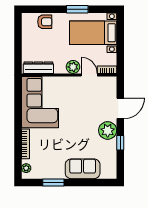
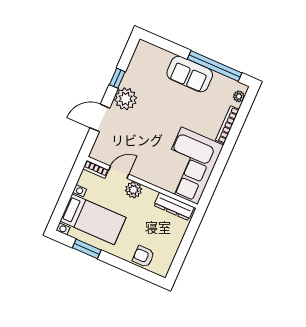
window: (77, 9) -> (87, 249), moved
door: (89, 75) -> (119, 172), swing flipped
sofa: (83, 169) -> (190, 74), moved
window: (53, 182) -> (215, 66), width x2.11

